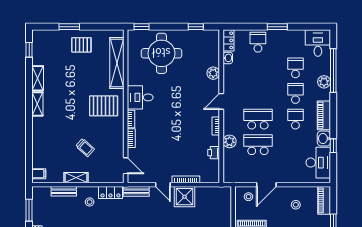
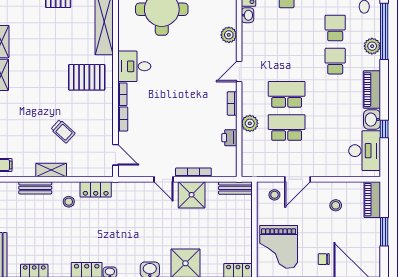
school desk: (295, 119) -> (335, 94), removed
bench: (136, 191) -> (235, 188), moved

